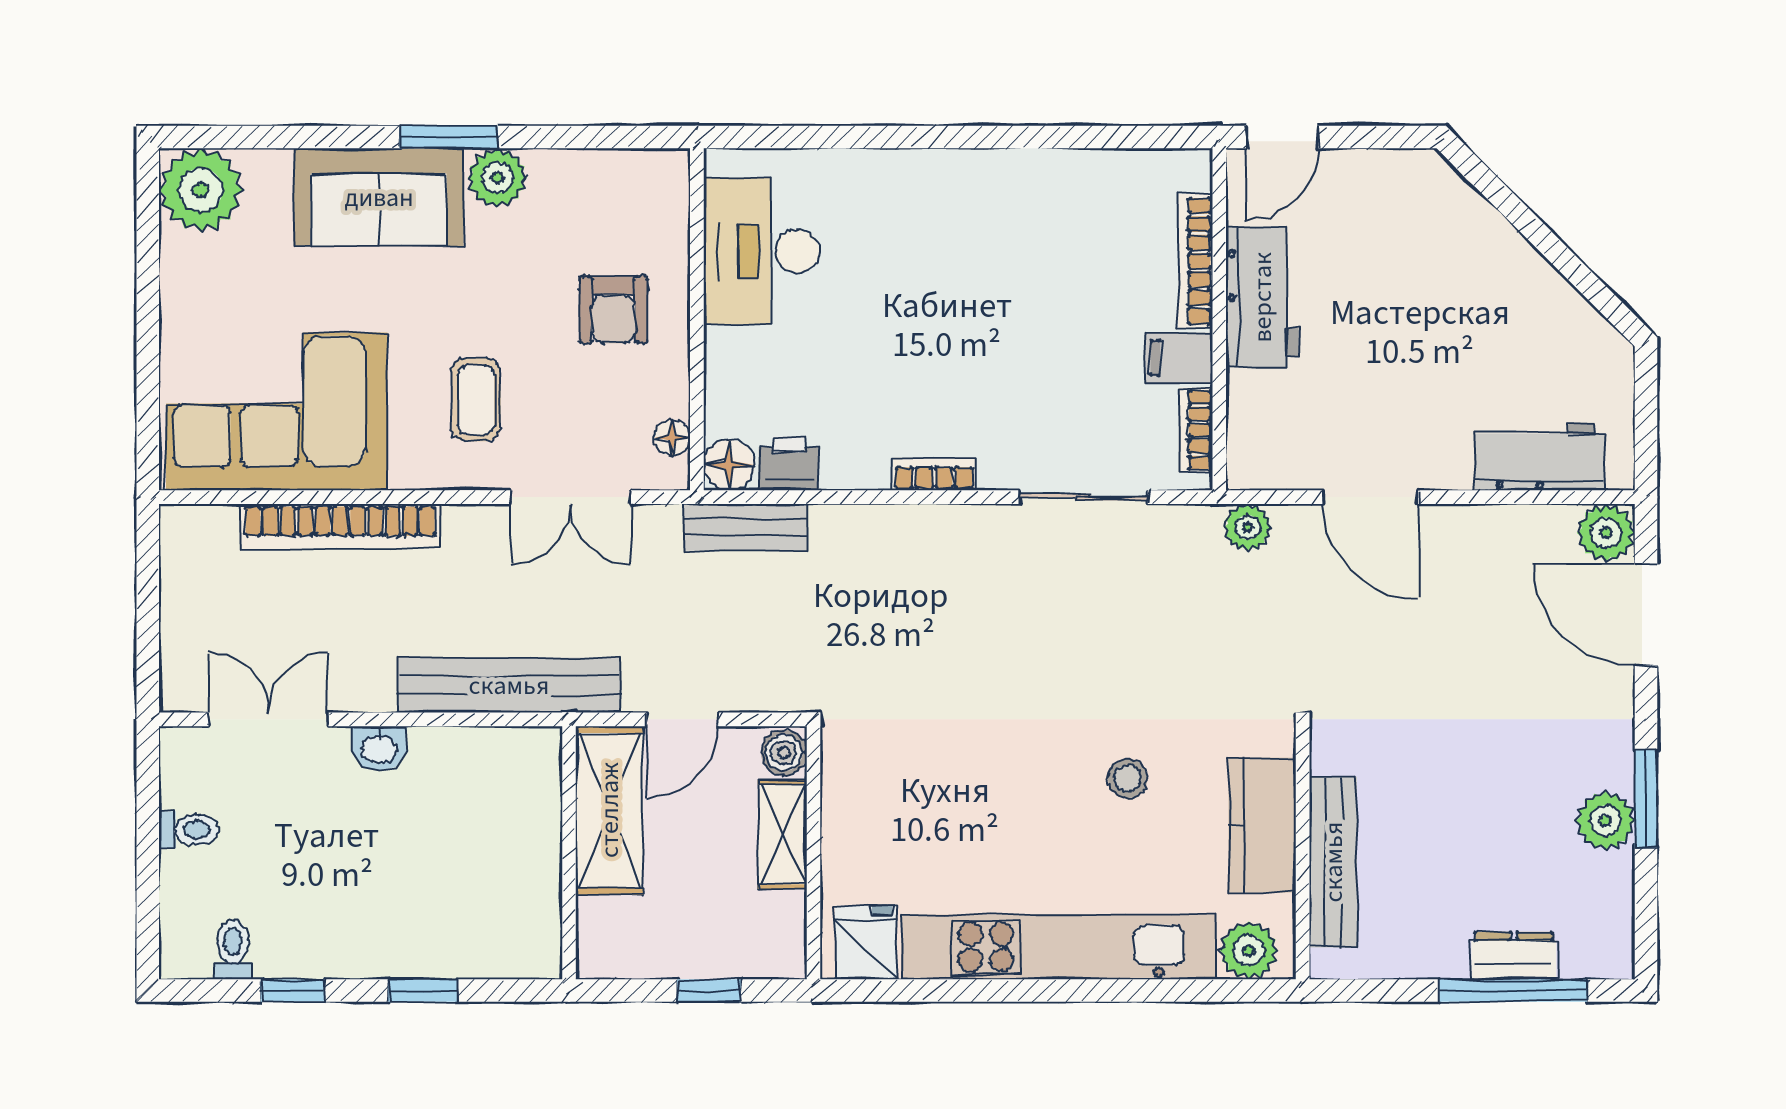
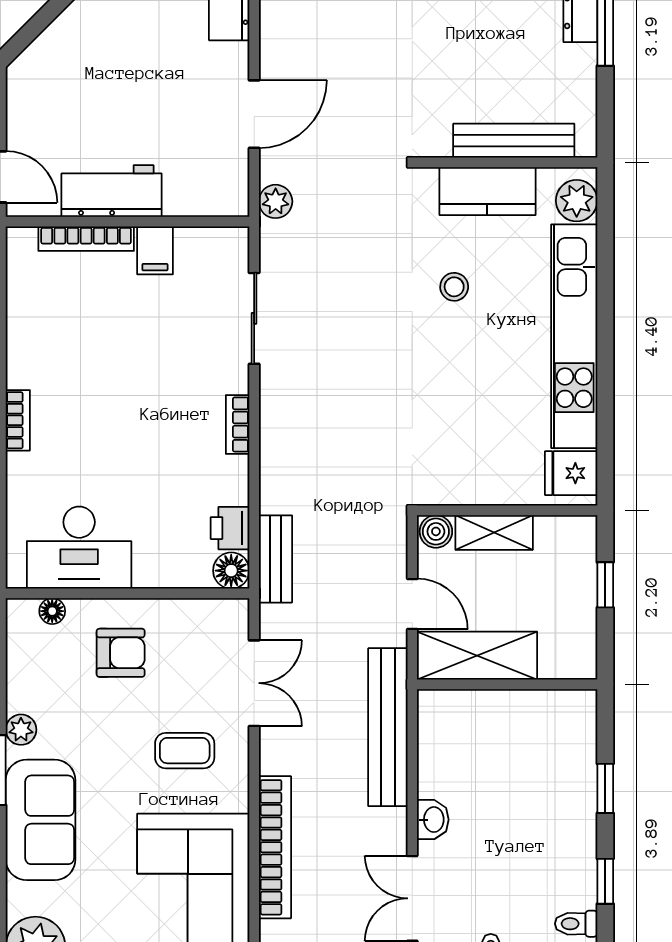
plant: (497, 178) -> (21, 730), width x0.73, depth x0.73
bookcase: (1196, 430) -> (18, 420), moved, turned -90
floor lamp: (672, 438) -> (52, 611), moved

